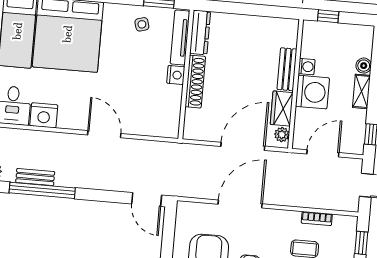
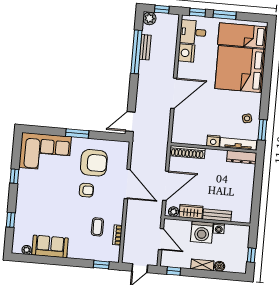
window: (328, 16) -> (251, 255), moved
shoe rack: (195, 82) -> (187, 152), moved
door: (104, 134) -> (174, 93), width x1.36
door: (243, 146) -> (166, 186), hinge flipped

